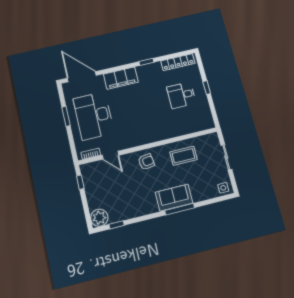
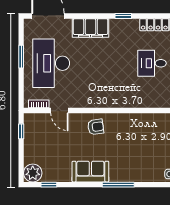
coffee table: (184, 156) -> (137, 130), removed
sofa: (174, 198) -> (90, 172), moved

